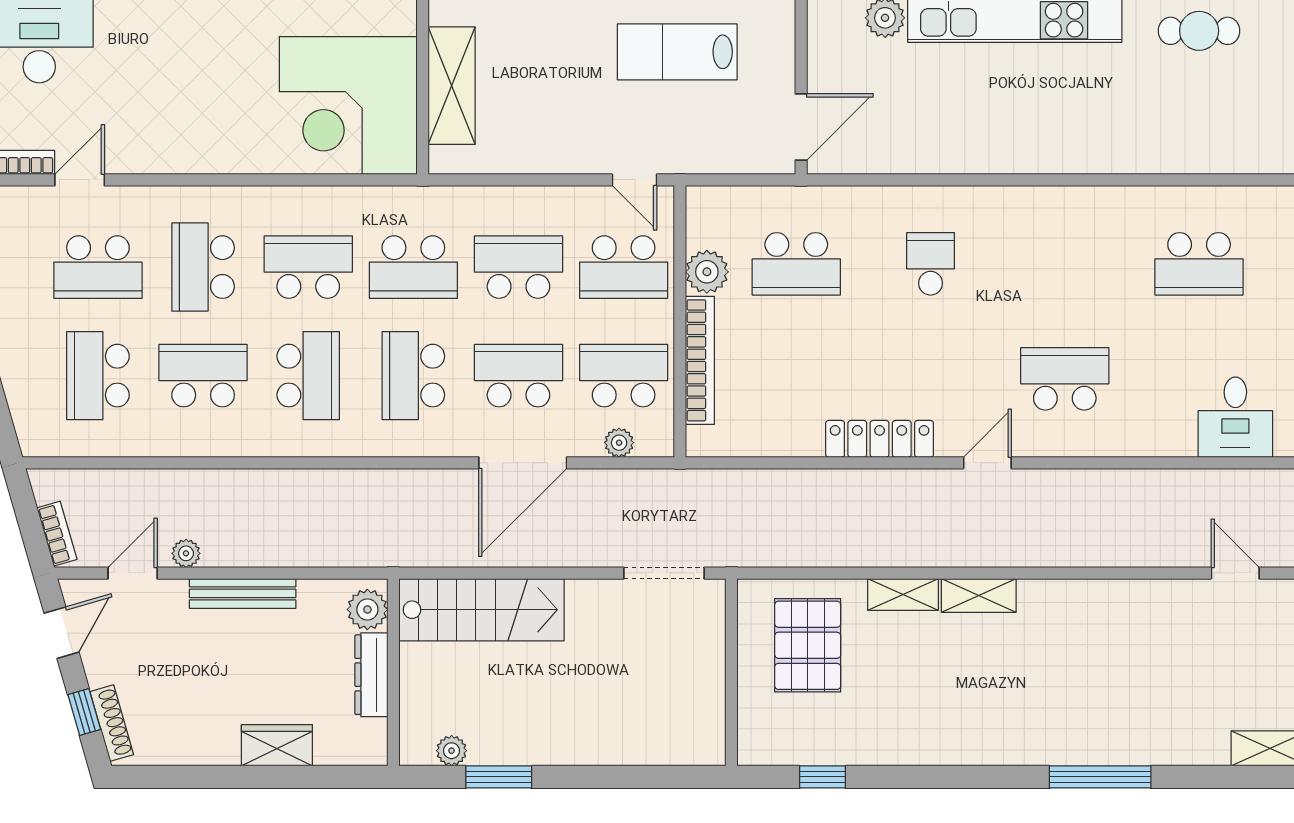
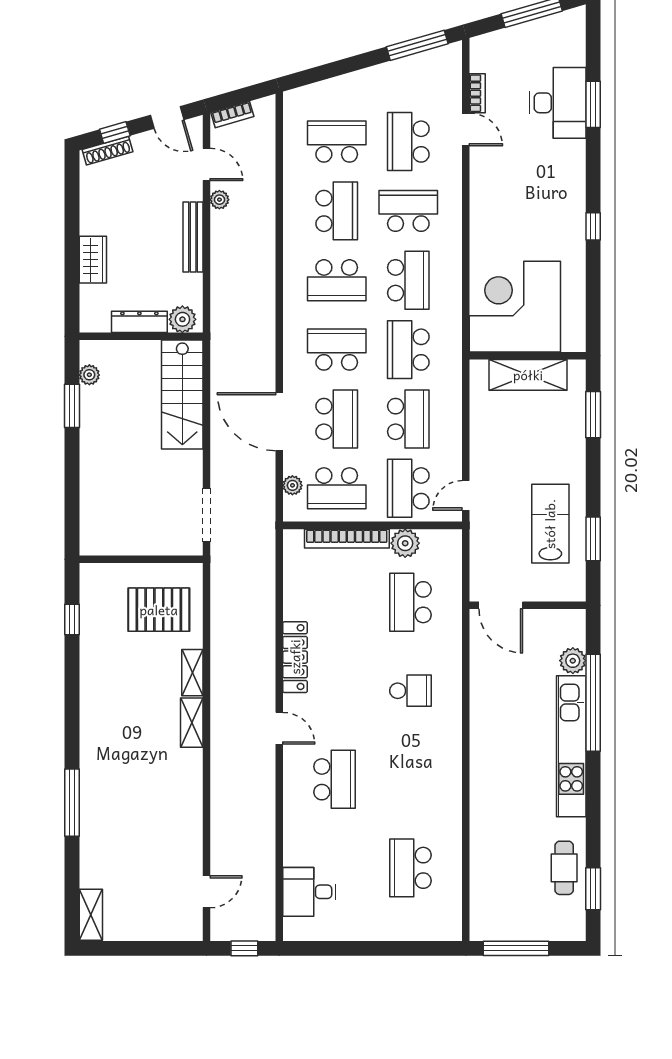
school desk: (624, 376) -> (337, 488), turned 90

